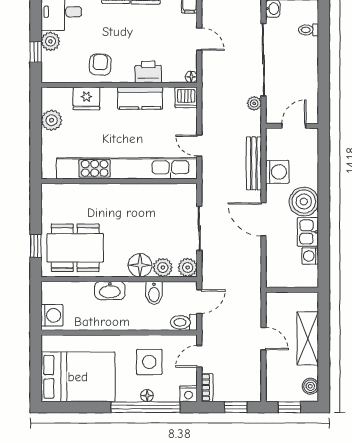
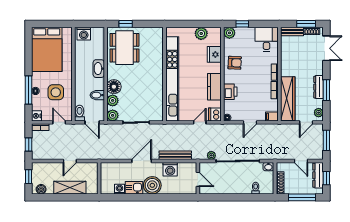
plant: (50, 41) -> (229, 33), moved
door: (199, 146) -> (200, 122), moved
window: (146, 407) -> (29, 90), width x0.68

